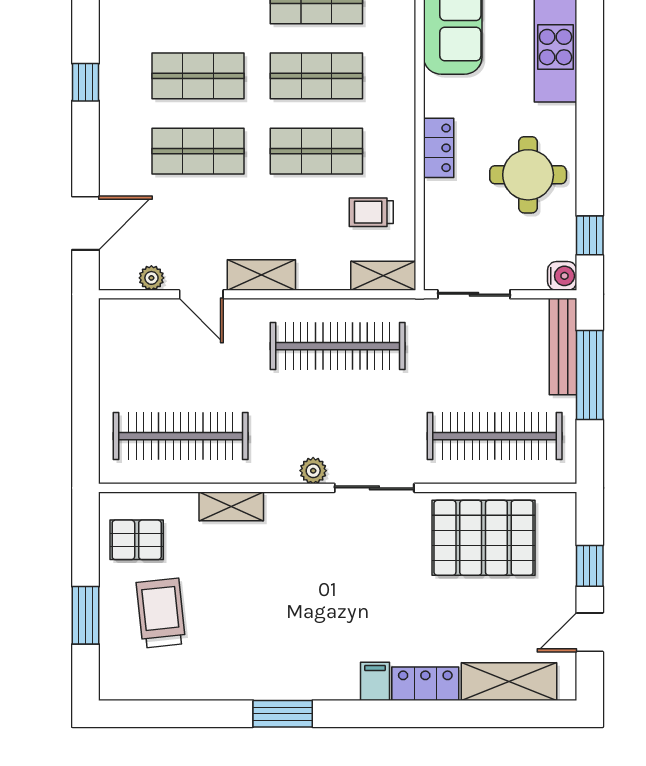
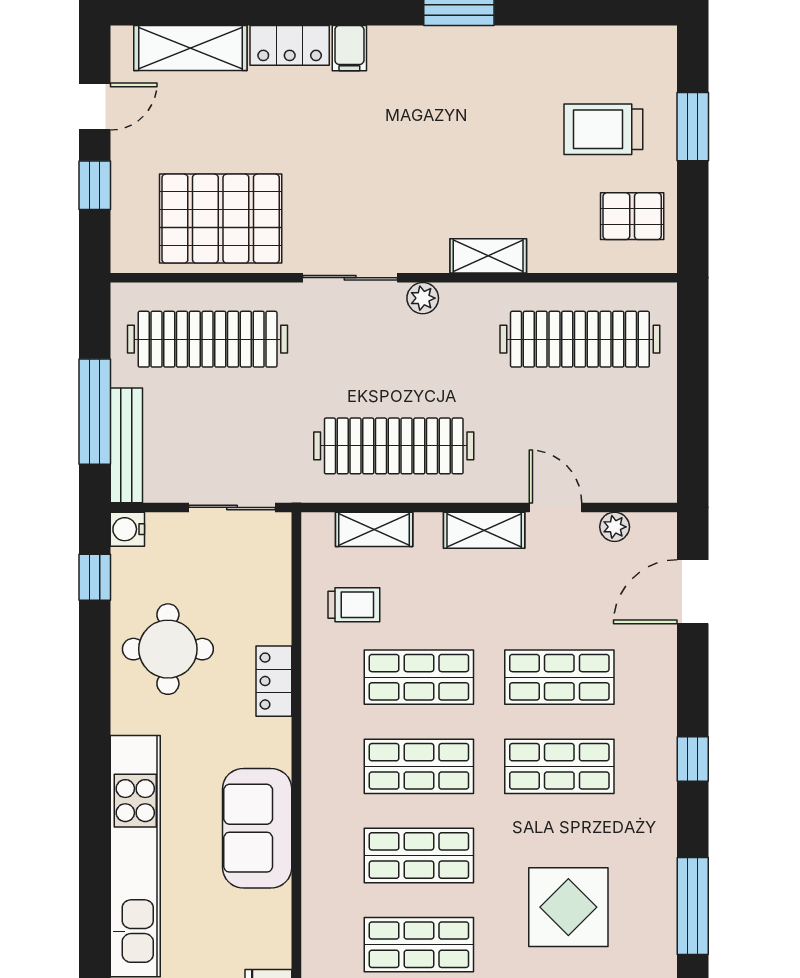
shelving: (383, 276) -> (374, 529), moved
shelving: (231, 506) -> (488, 256), moved
trolley: (161, 613) -> (603, 129), turned 96

